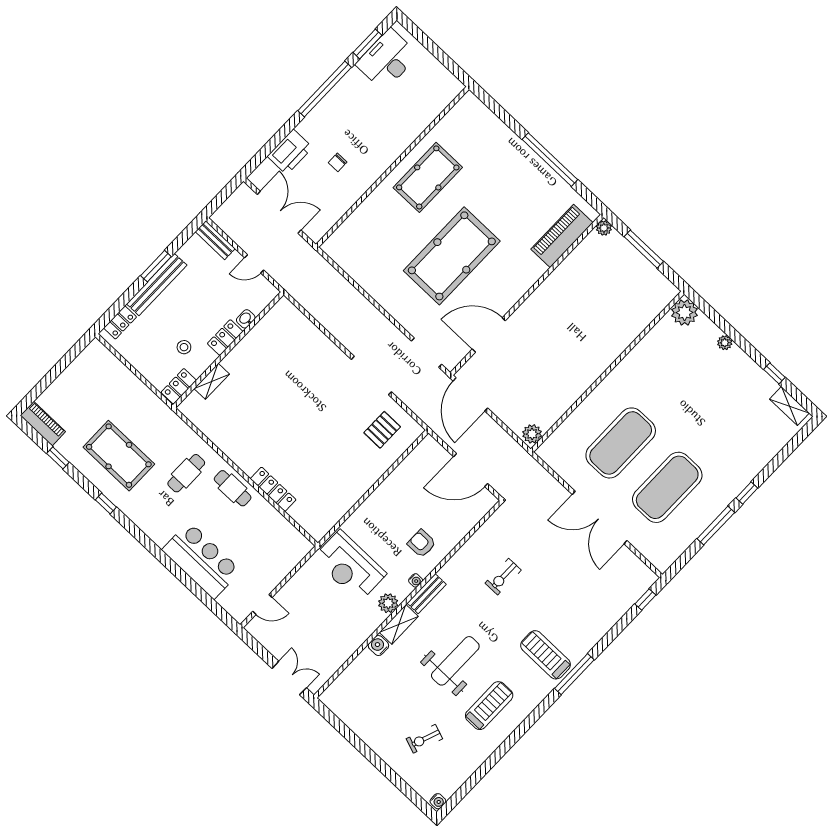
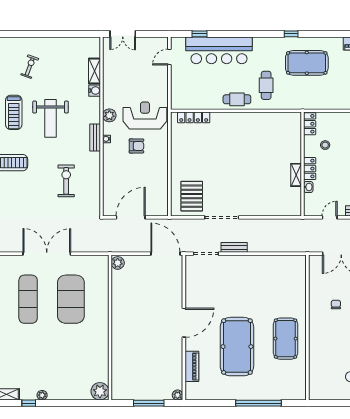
window: (550, 160) -> (259, 403), moved
piano: (562, 236) -> (192, 366), width x0.73, depth x0.75
pool table: (452, 256) -> (237, 347), moved
bench: (389, 330) -> (234, 247), added
door: (489, 335) -> (184, 323), moved
plant: (725, 343) -> (42, 395), moved
shelving: (212, 381) -> (296, 175), moved
pallet: (382, 430) -> (192, 196), width x1.50, depth x1.42
window: (58, 458) -> (200, 34), moved
exercise mat: (667, 487) -> (28, 299), width x0.68
locker: (273, 489) -> (194, 117), moved
armchair: (422, 543) -> (136, 146), moved
bar counter: (201, 560) -> (219, 50), width x1.36
exercise bike: (503, 577) -> (66, 181), width x1.38, depth x1.39
shelving: (399, 624) -> (95, 71), moved

